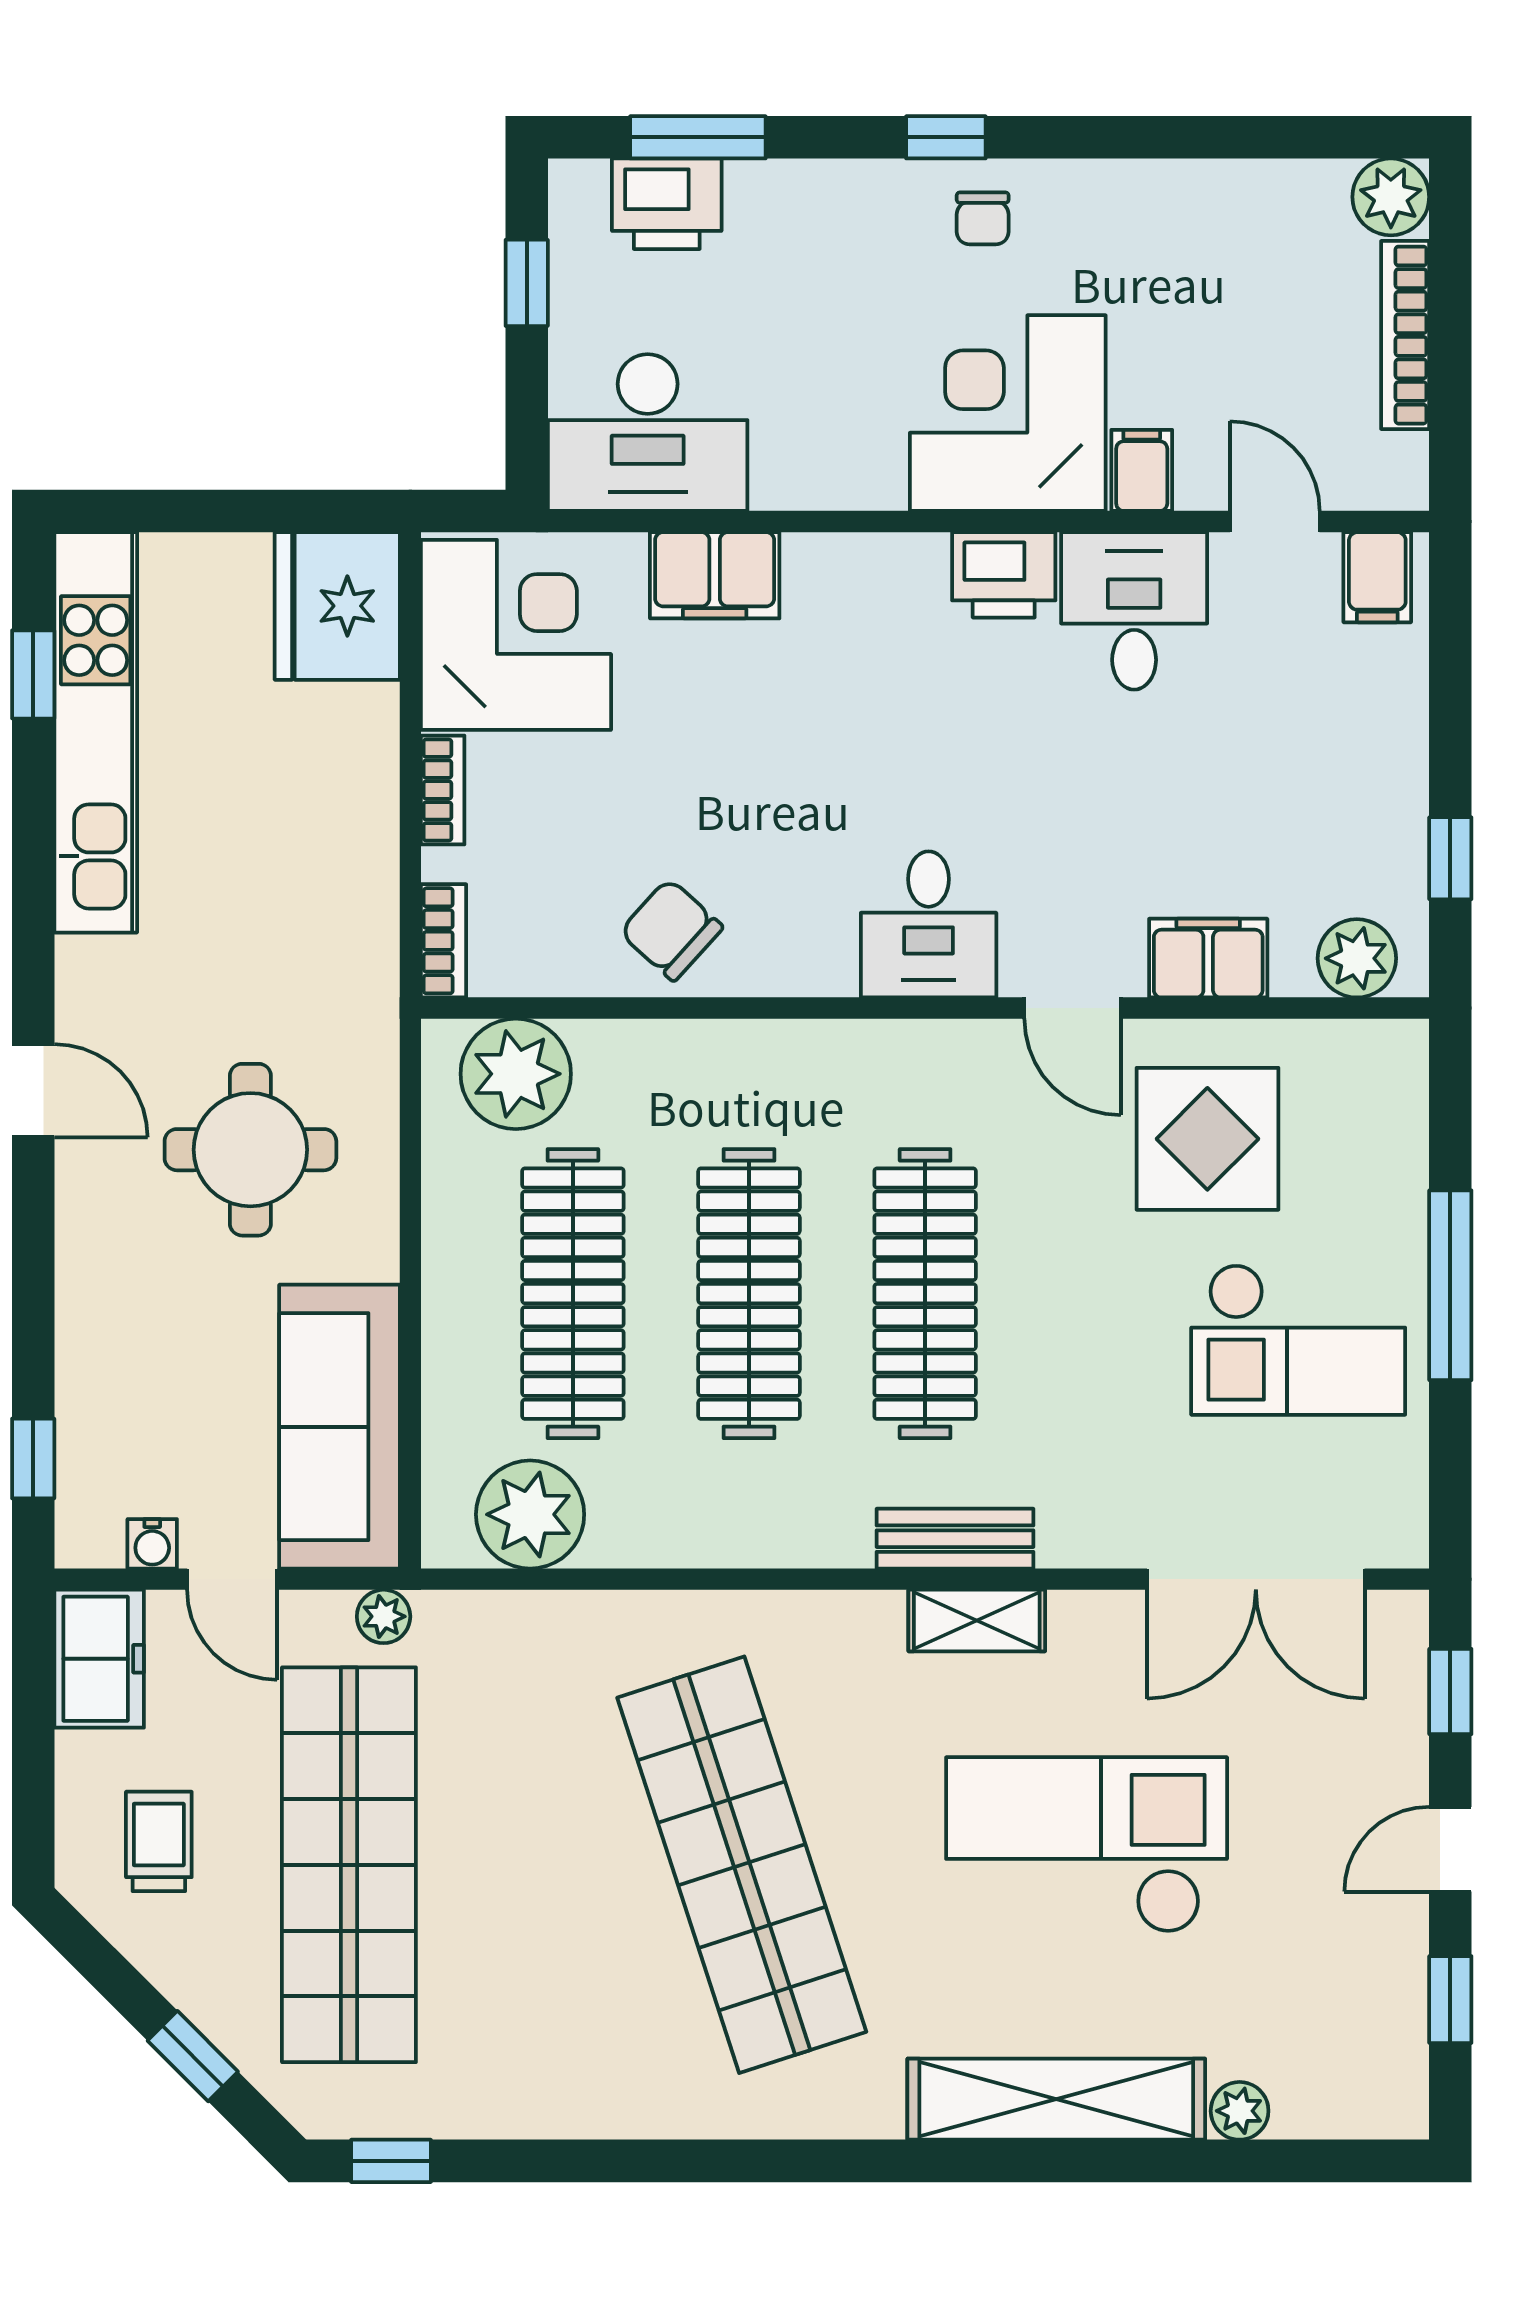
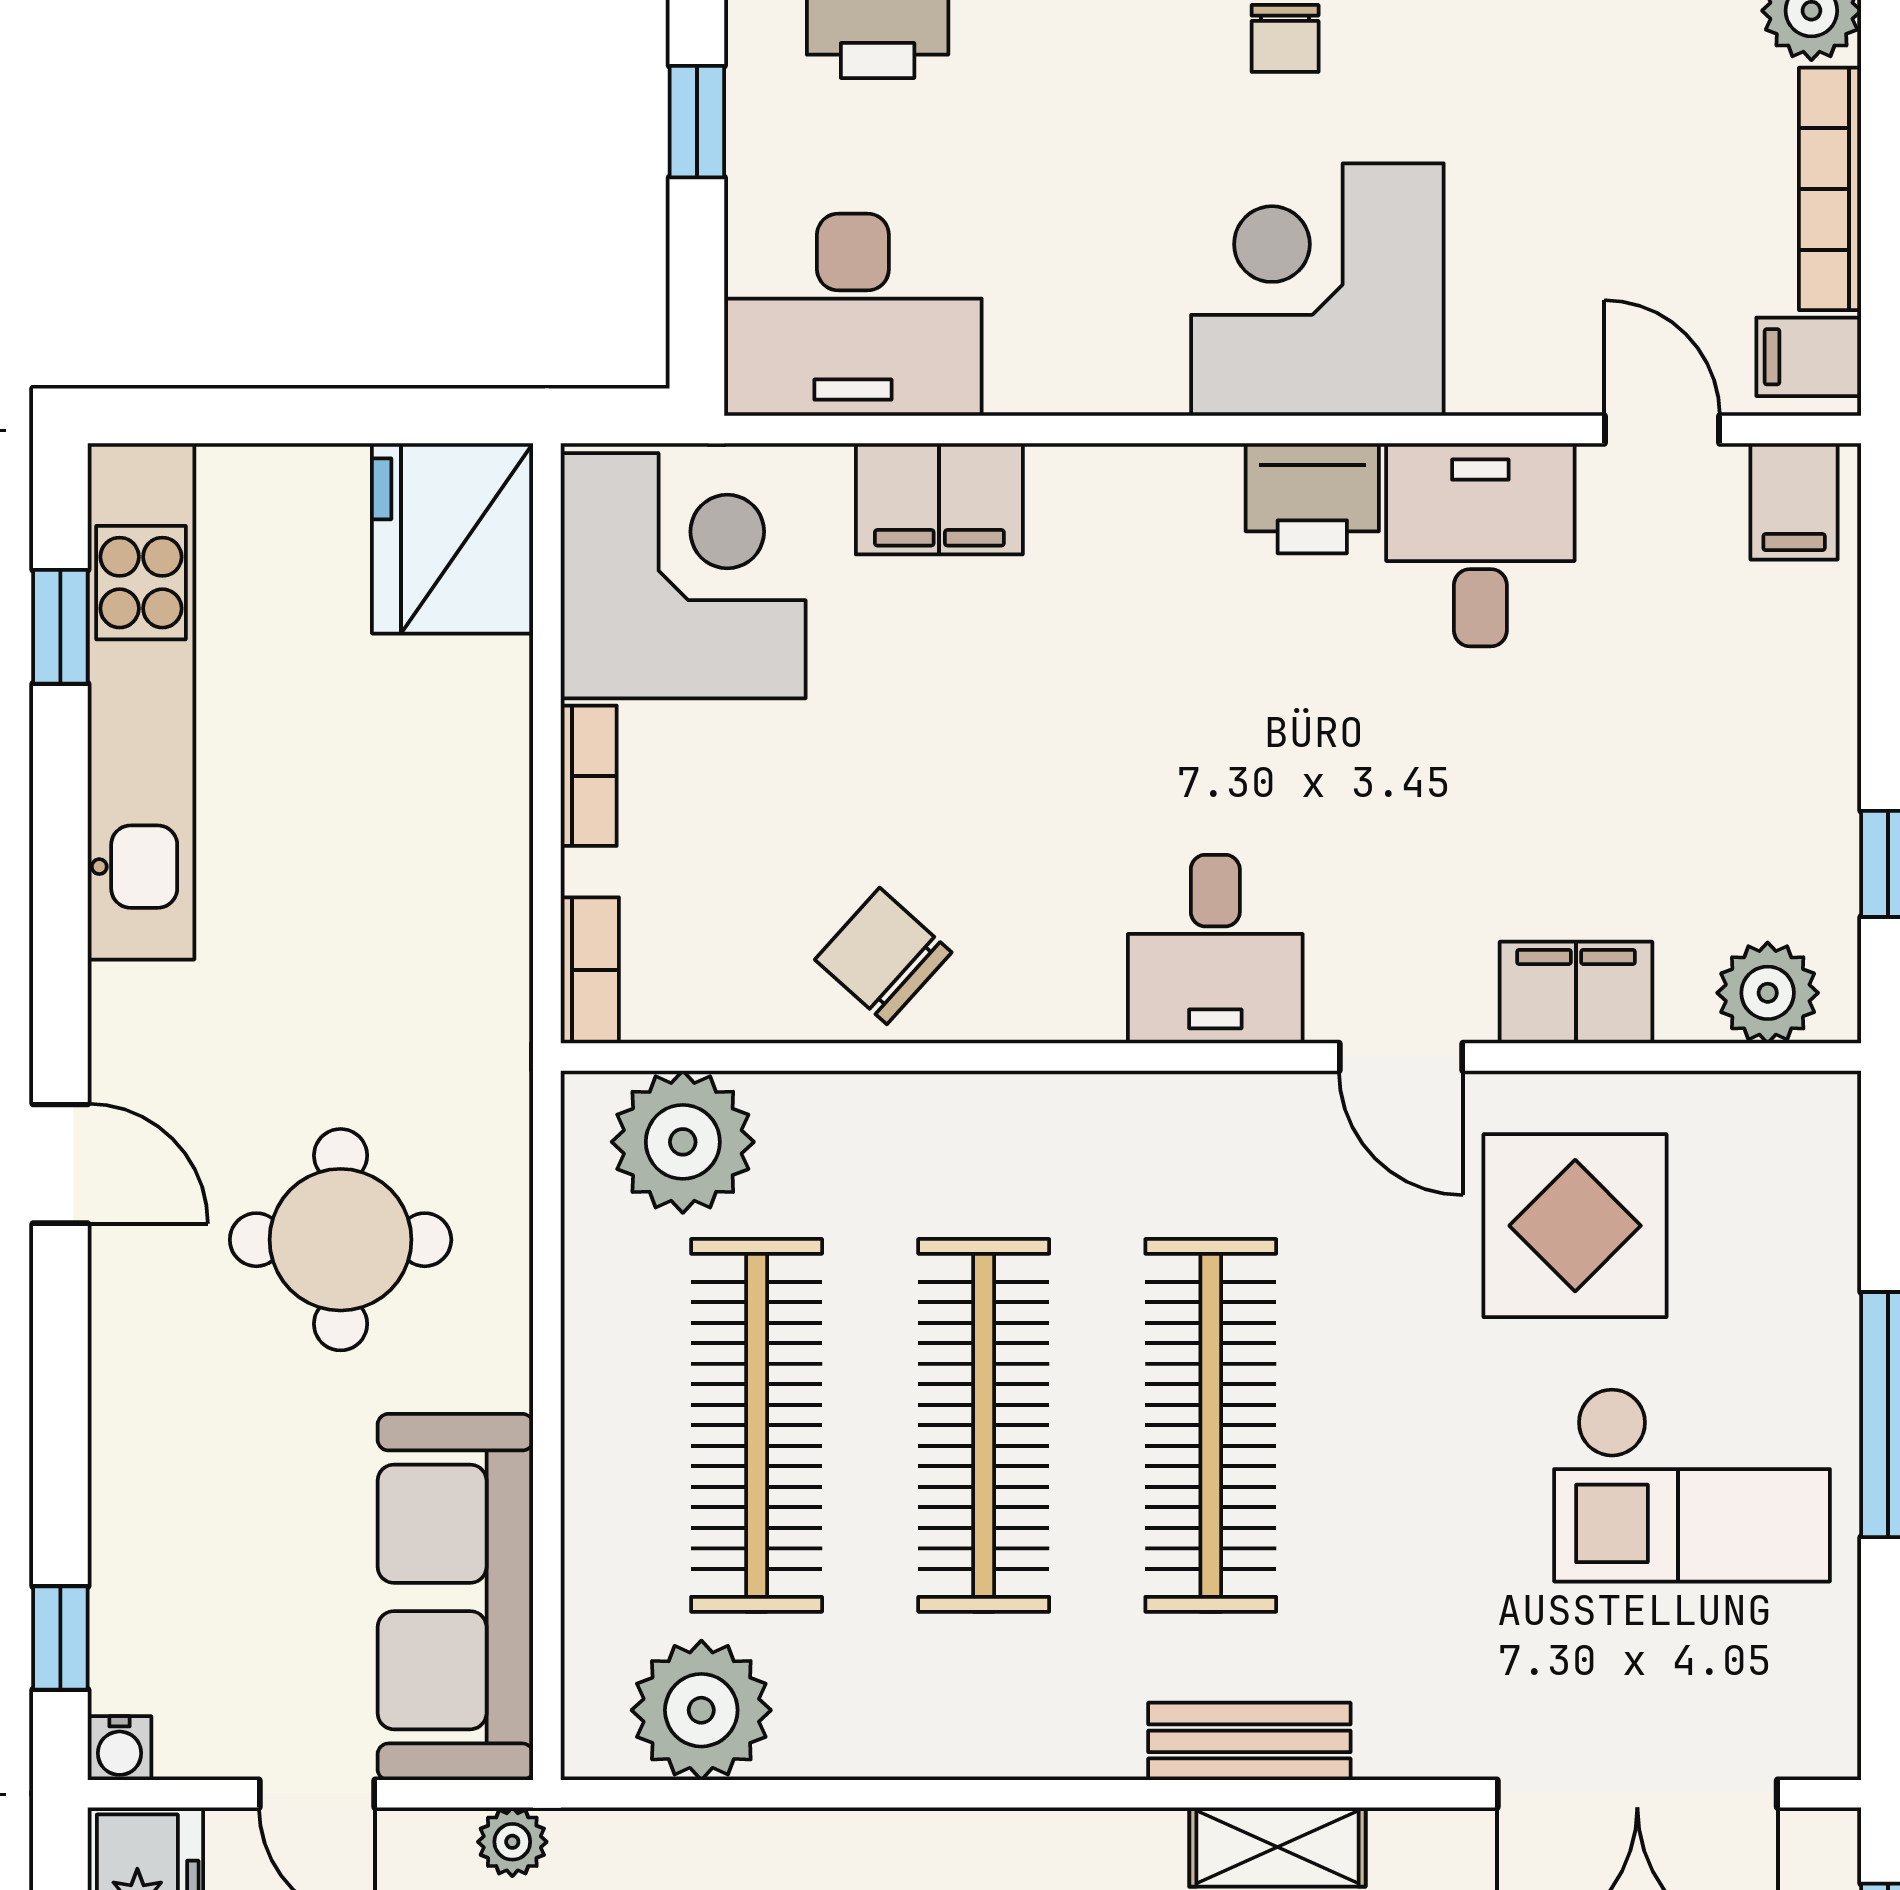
filing cabinet: (1142, 470) -> (1809, 357), moved, turned -90
water cooler: (152, 1544) -> (120, 1748), moved

